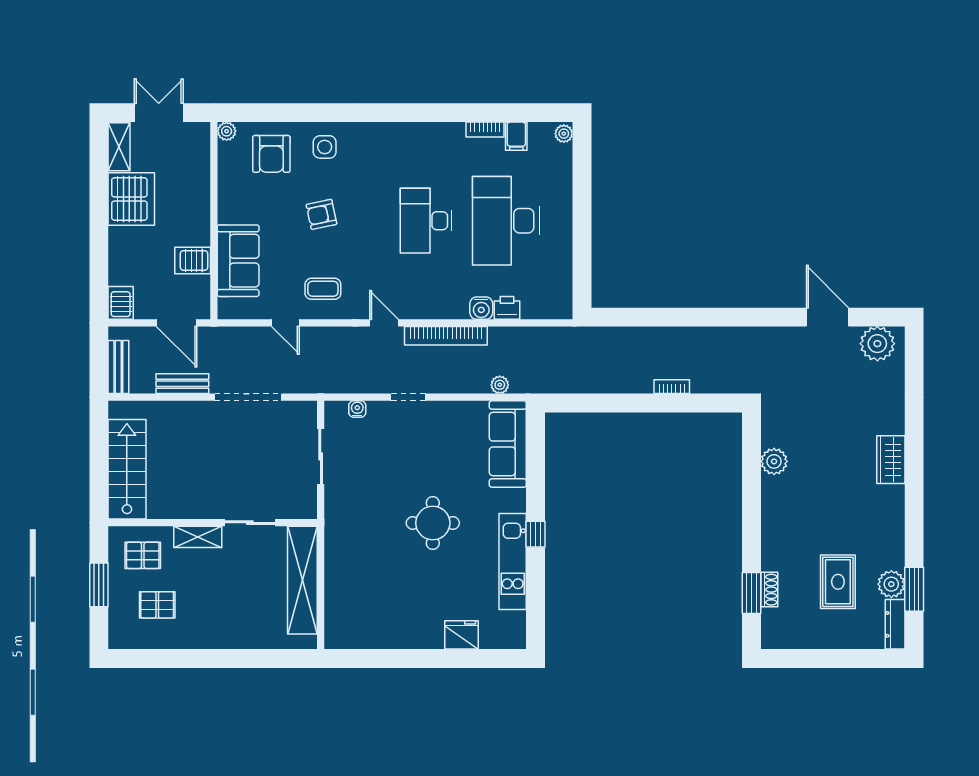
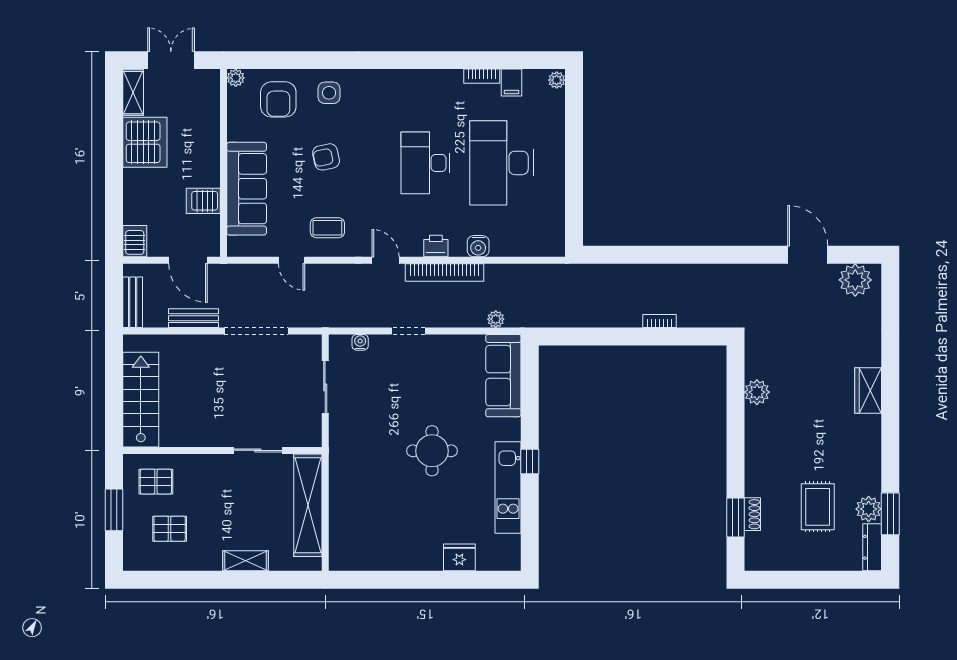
sofa: (238, 261) -> (247, 189), width x1.36
printer: (507, 308) -> (436, 246), moved
shelving: (198, 537) -> (245, 561), moved

